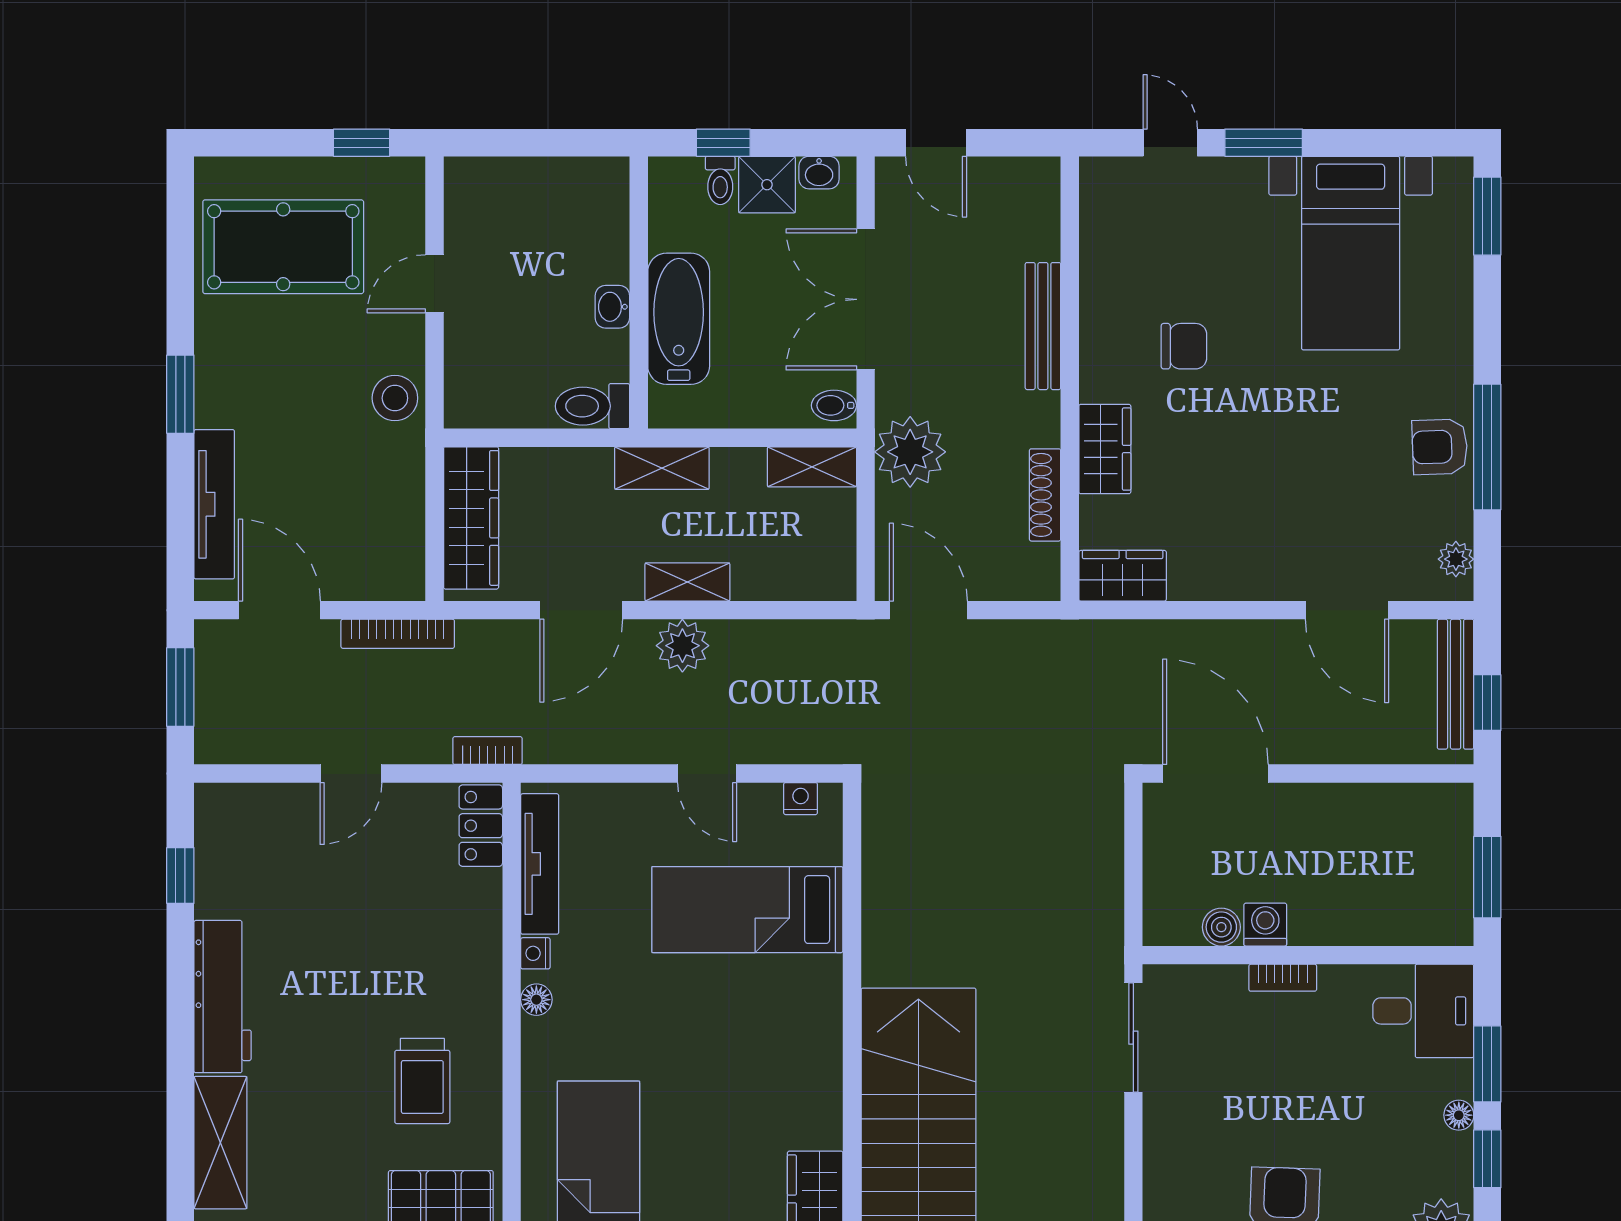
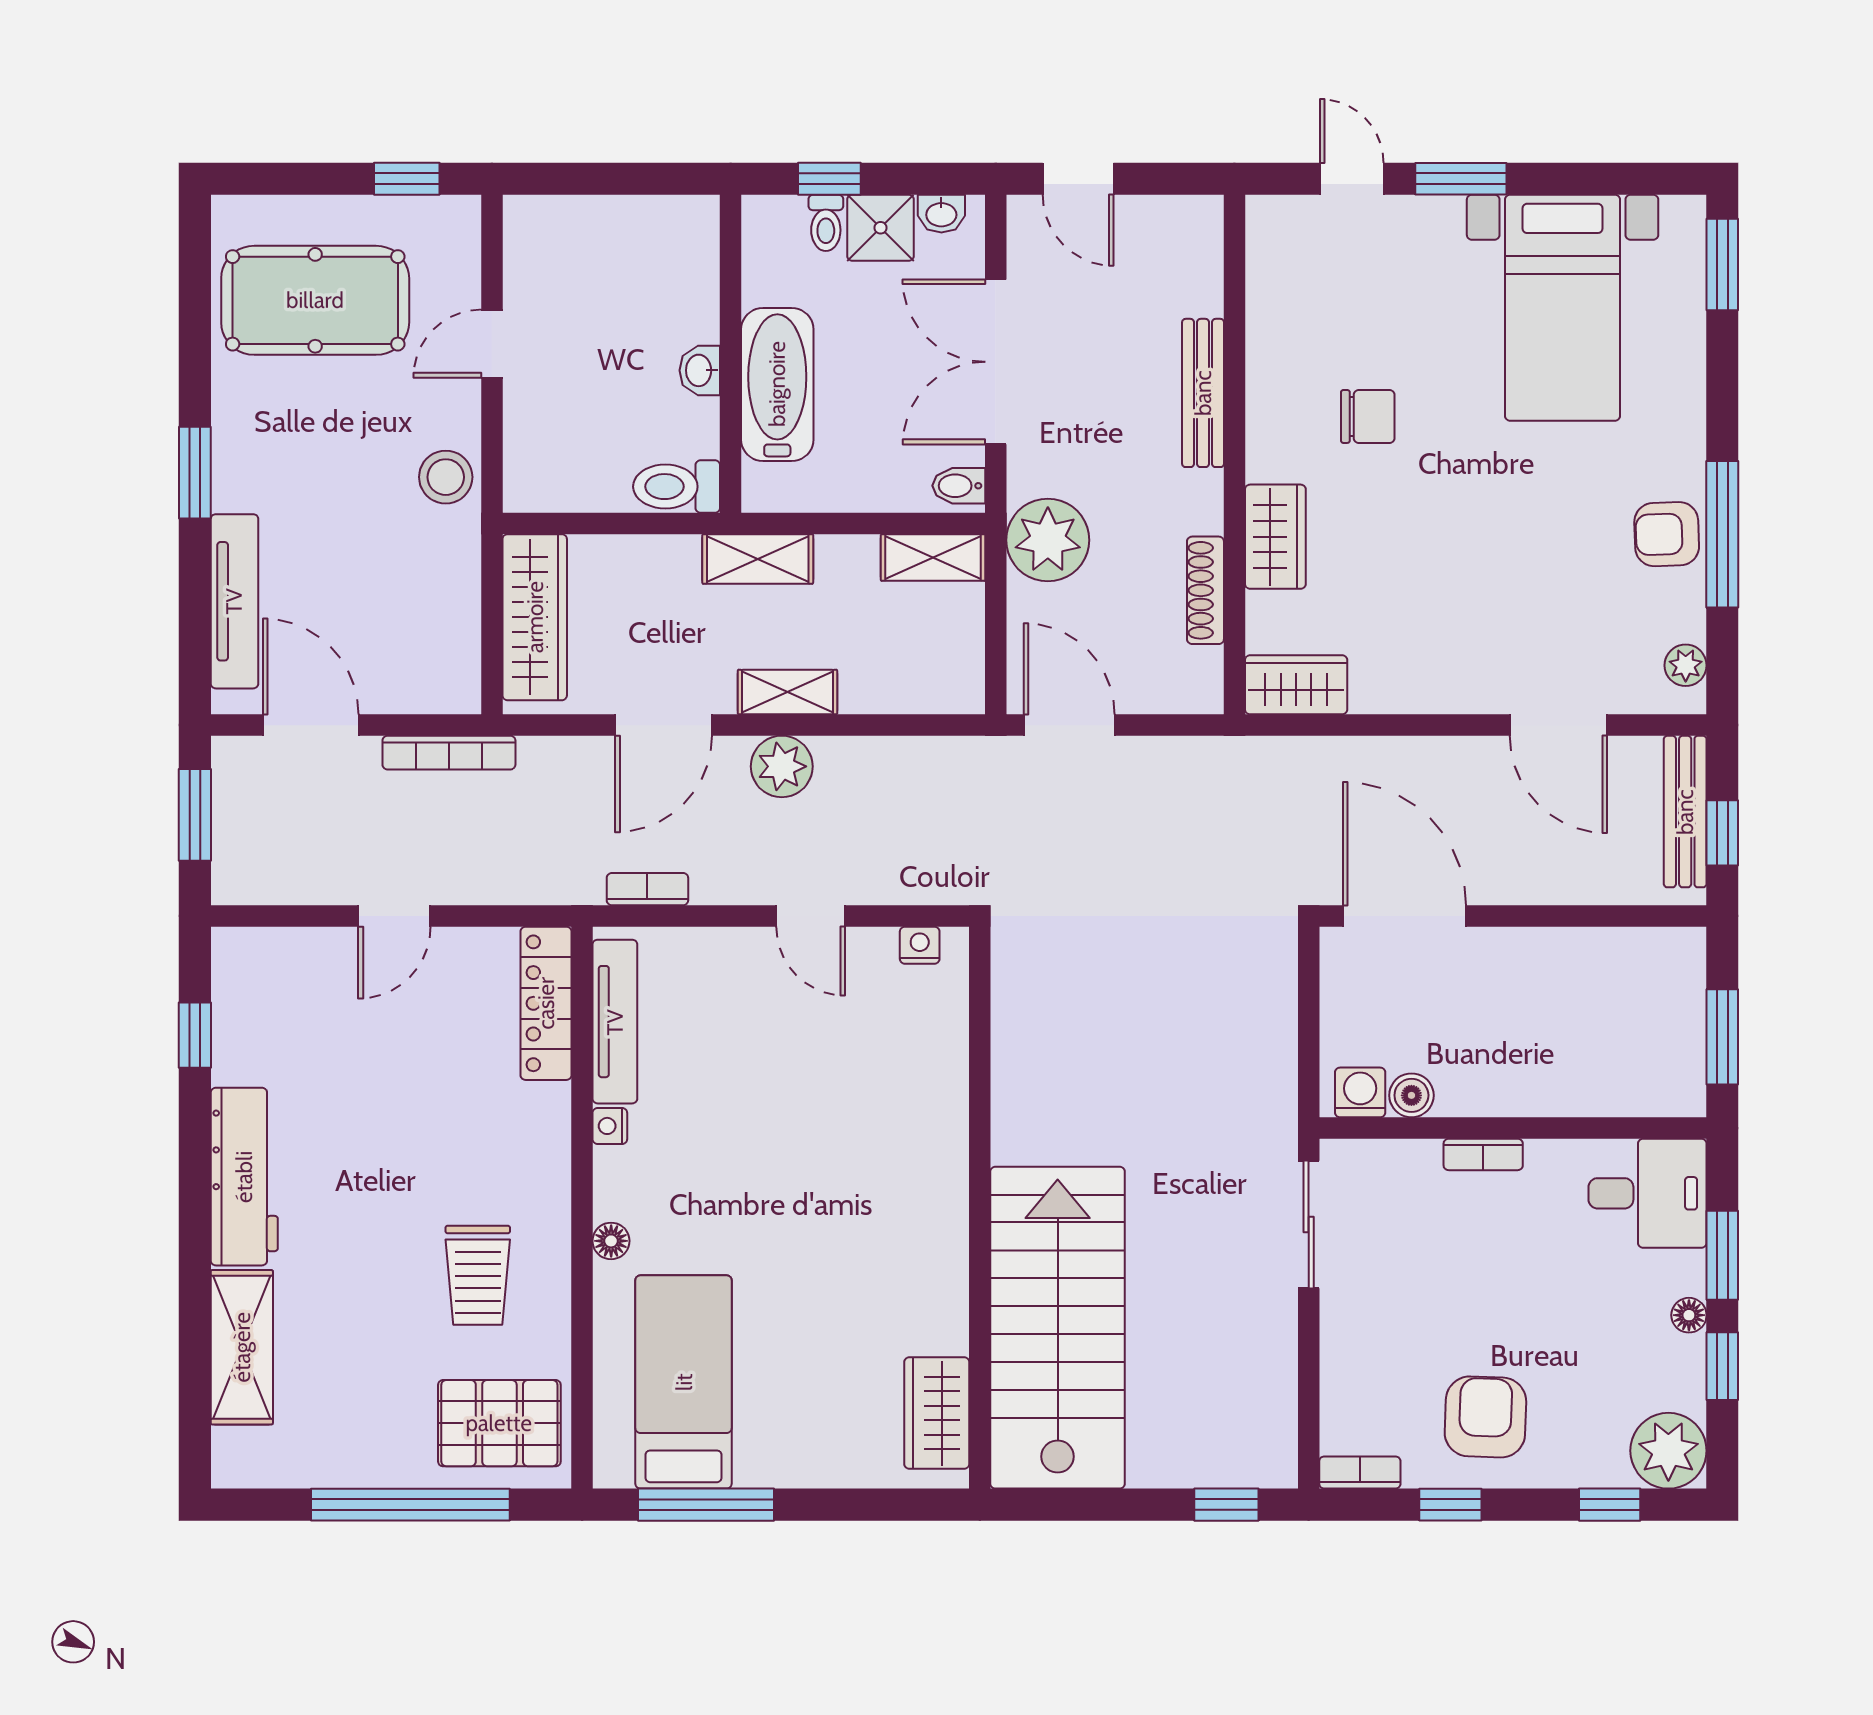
bookcase: (488, 751) -> (647, 889), moved
locker: (481, 826) -> (546, 1003), width x1.53
bed: (747, 910) -> (858, 1075), removed
washing machine: (1265, 925) -> (1360, 1092), moved
floor lamp: (536, 1000) -> (611, 1241), moved

